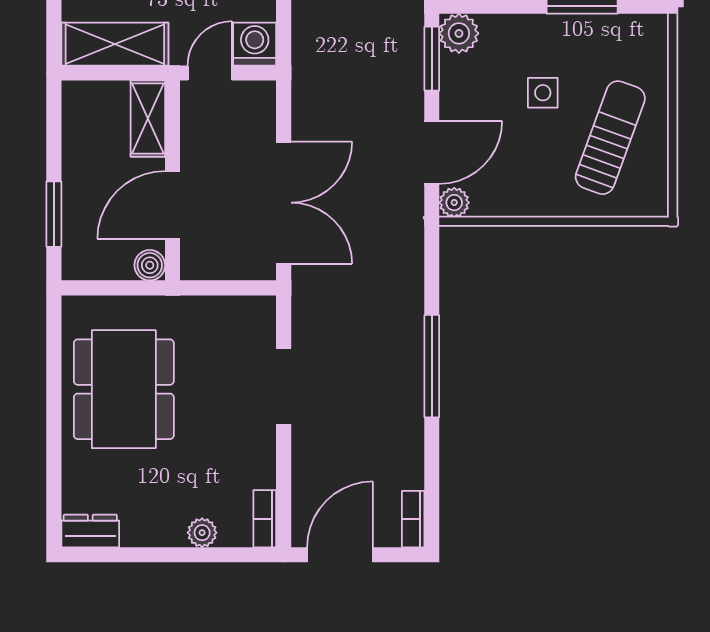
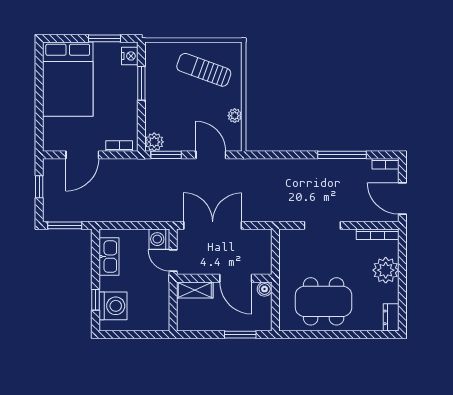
shelving: (115, 44) -> (159, 306), removed
side table: (543, 93) -> (182, 102), removed
double door: (284, 203) -> (213, 225), moved
plant: (454, 203) -> (235, 116), moved
window: (432, 366) -> (342, 155), moved
bookcase: (265, 519) -> (378, 234), width x1.56
plant: (202, 533) -> (386, 270), width x1.88, depth x1.88

